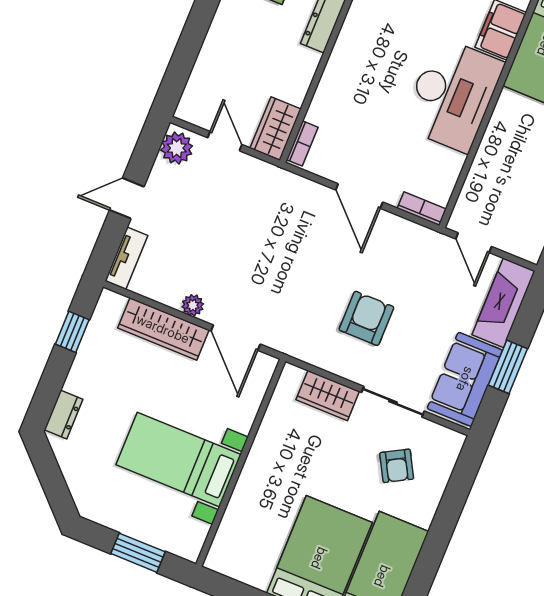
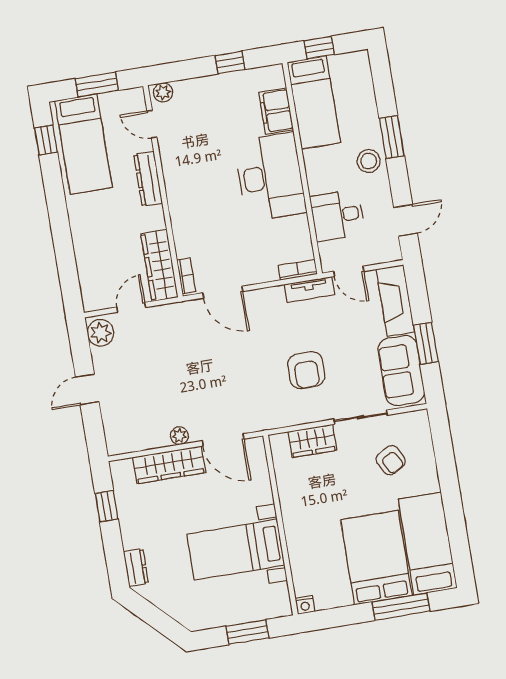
wardrobe: (276, 129) -> (159, 265), width x1.50
door: (225, 141) -> (131, 307), hinge flipped
desk: (498, 177) -> (337, 215), added
door: (359, 196) -> (223, 292), moved
tv unit: (126, 258) -> (309, 289), moved, turned 90
armchair: (366, 318) -> (306, 370), turned 180
nightstand: (215, 561) -> (305, 605), added

